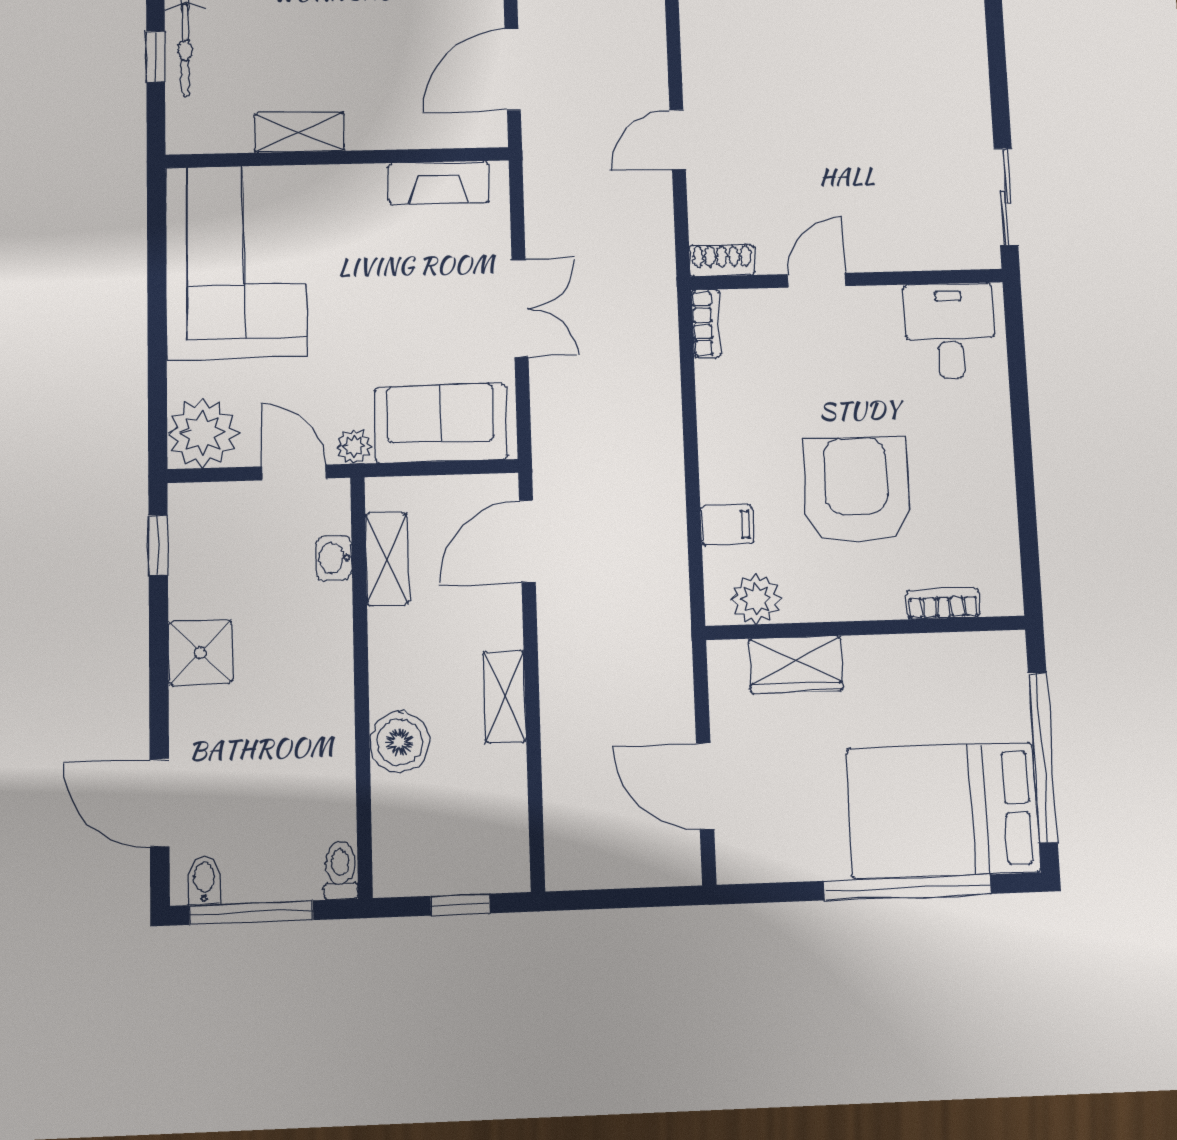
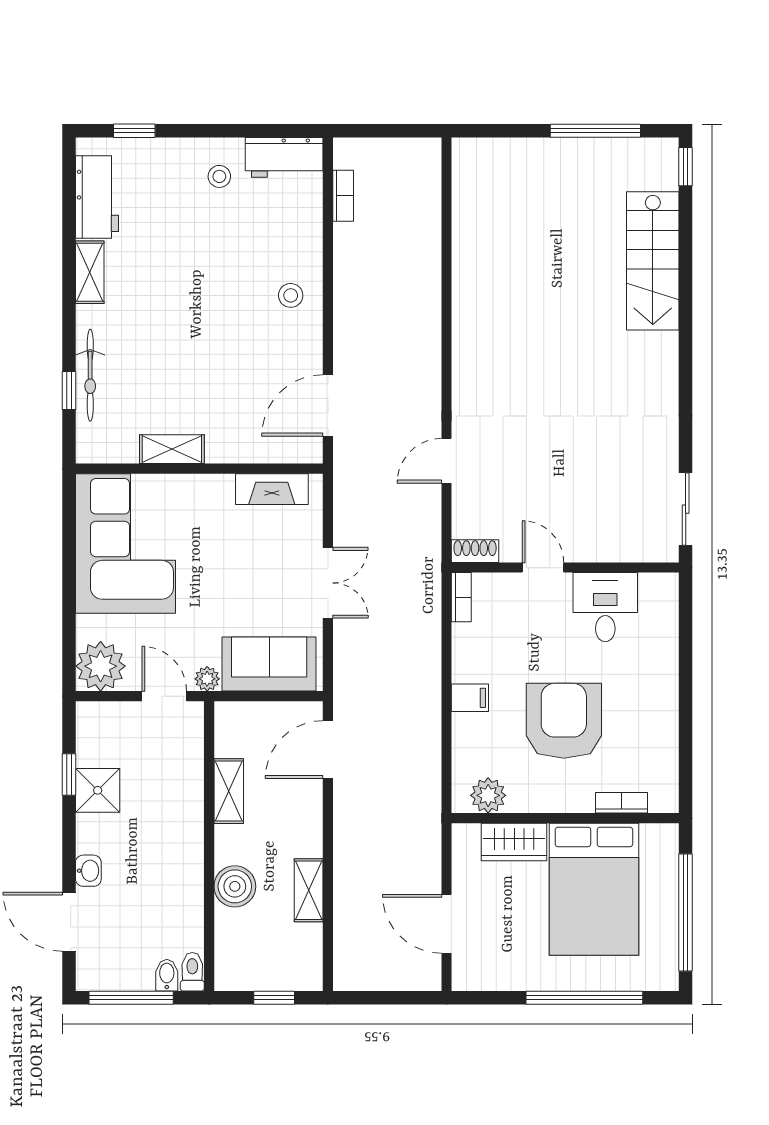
door: (816, 280) -> (543, 568), hinge flipped
desk: (950, 331) -> (605, 607), moved
filing cabinet: (727, 525) -> (470, 698), moved
window: (158, 545) -> (69, 775), moved
washbasin: (334, 558) -> (88, 871), moved, turned 180
shelving: (387, 559) -> (229, 791), moved
shower: (200, 652) -> (98, 790), moved
shelving: (505, 697) -> (309, 890), moved
bed: (943, 811) -> (594, 889), moved, turned -90
bidet: (204, 881) -> (167, 975), moved

